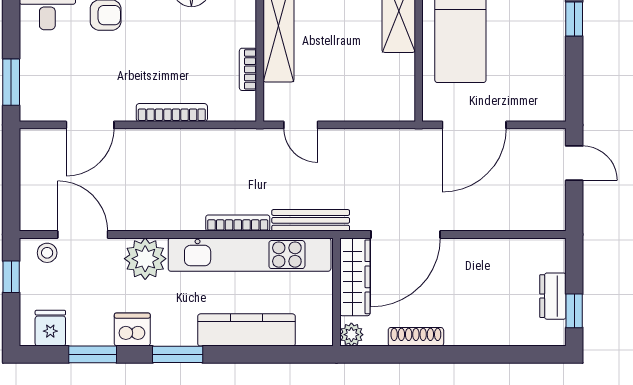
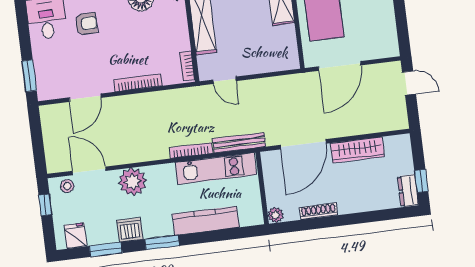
bookcase: (248, 69) -> (187, 66), moved
kitchen unit: (250, 255) -> (216, 169), width x0.73
wardrobe: (355, 277) -> (357, 150), moved, turned 90
dresser: (553, 296) -> (408, 191), moved

